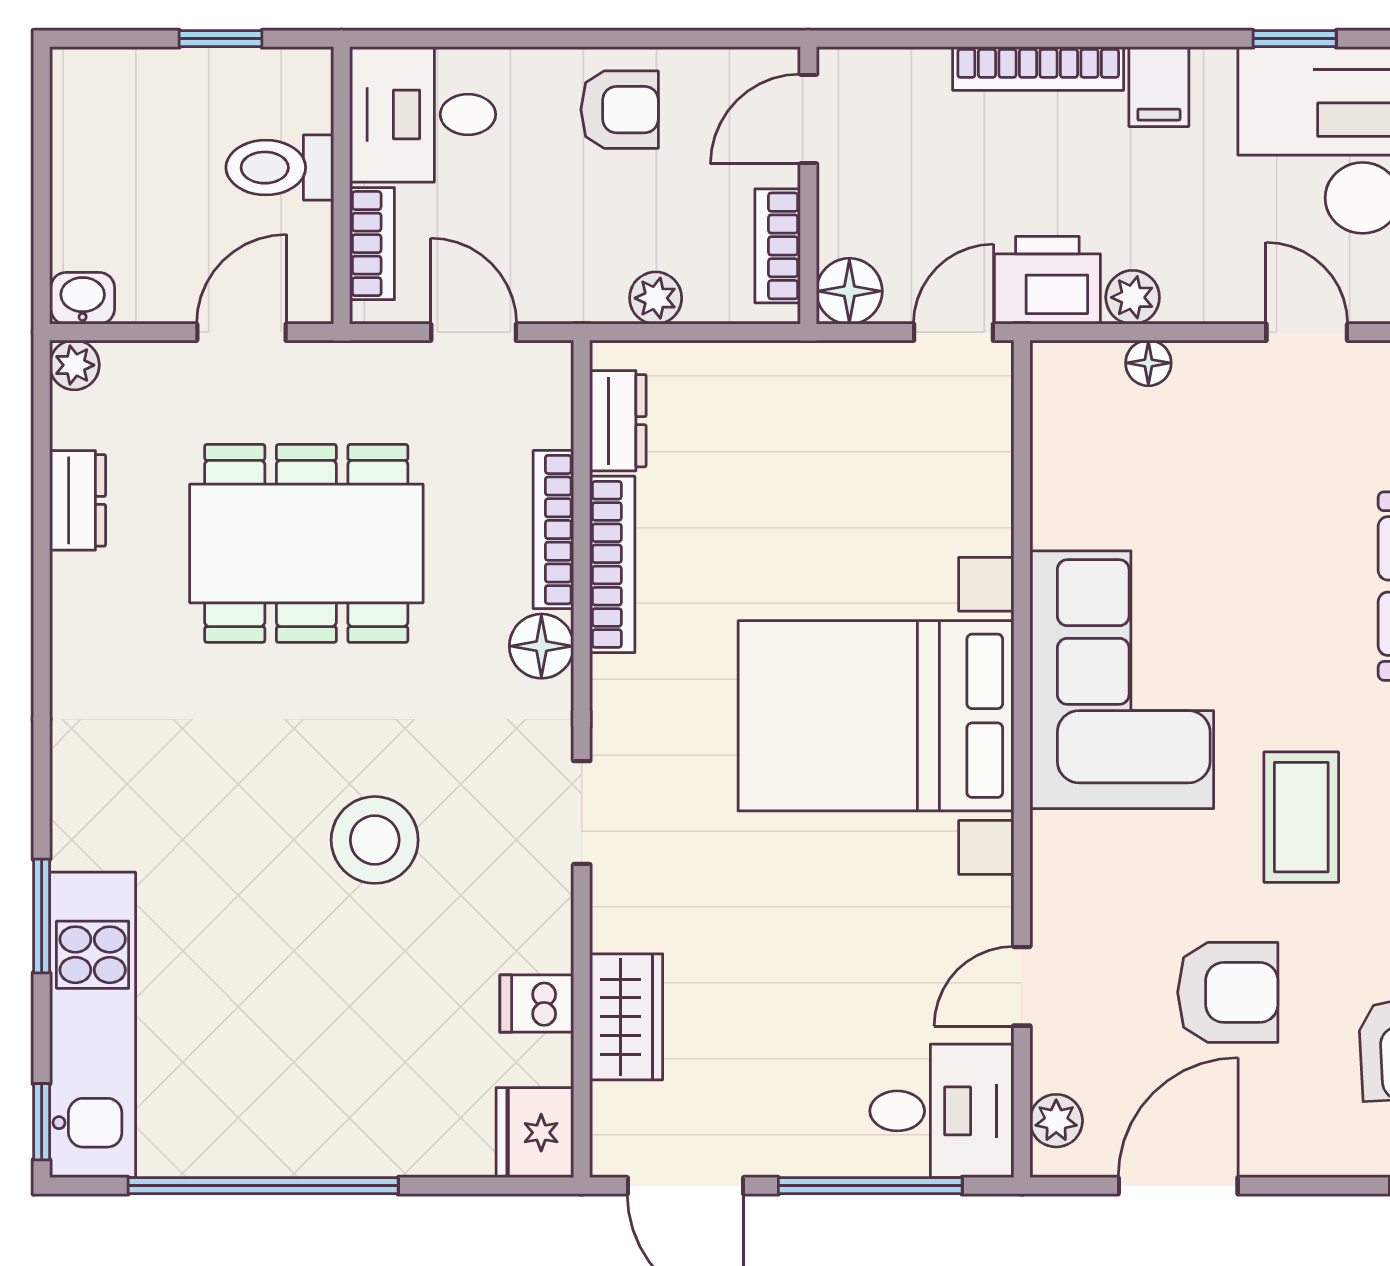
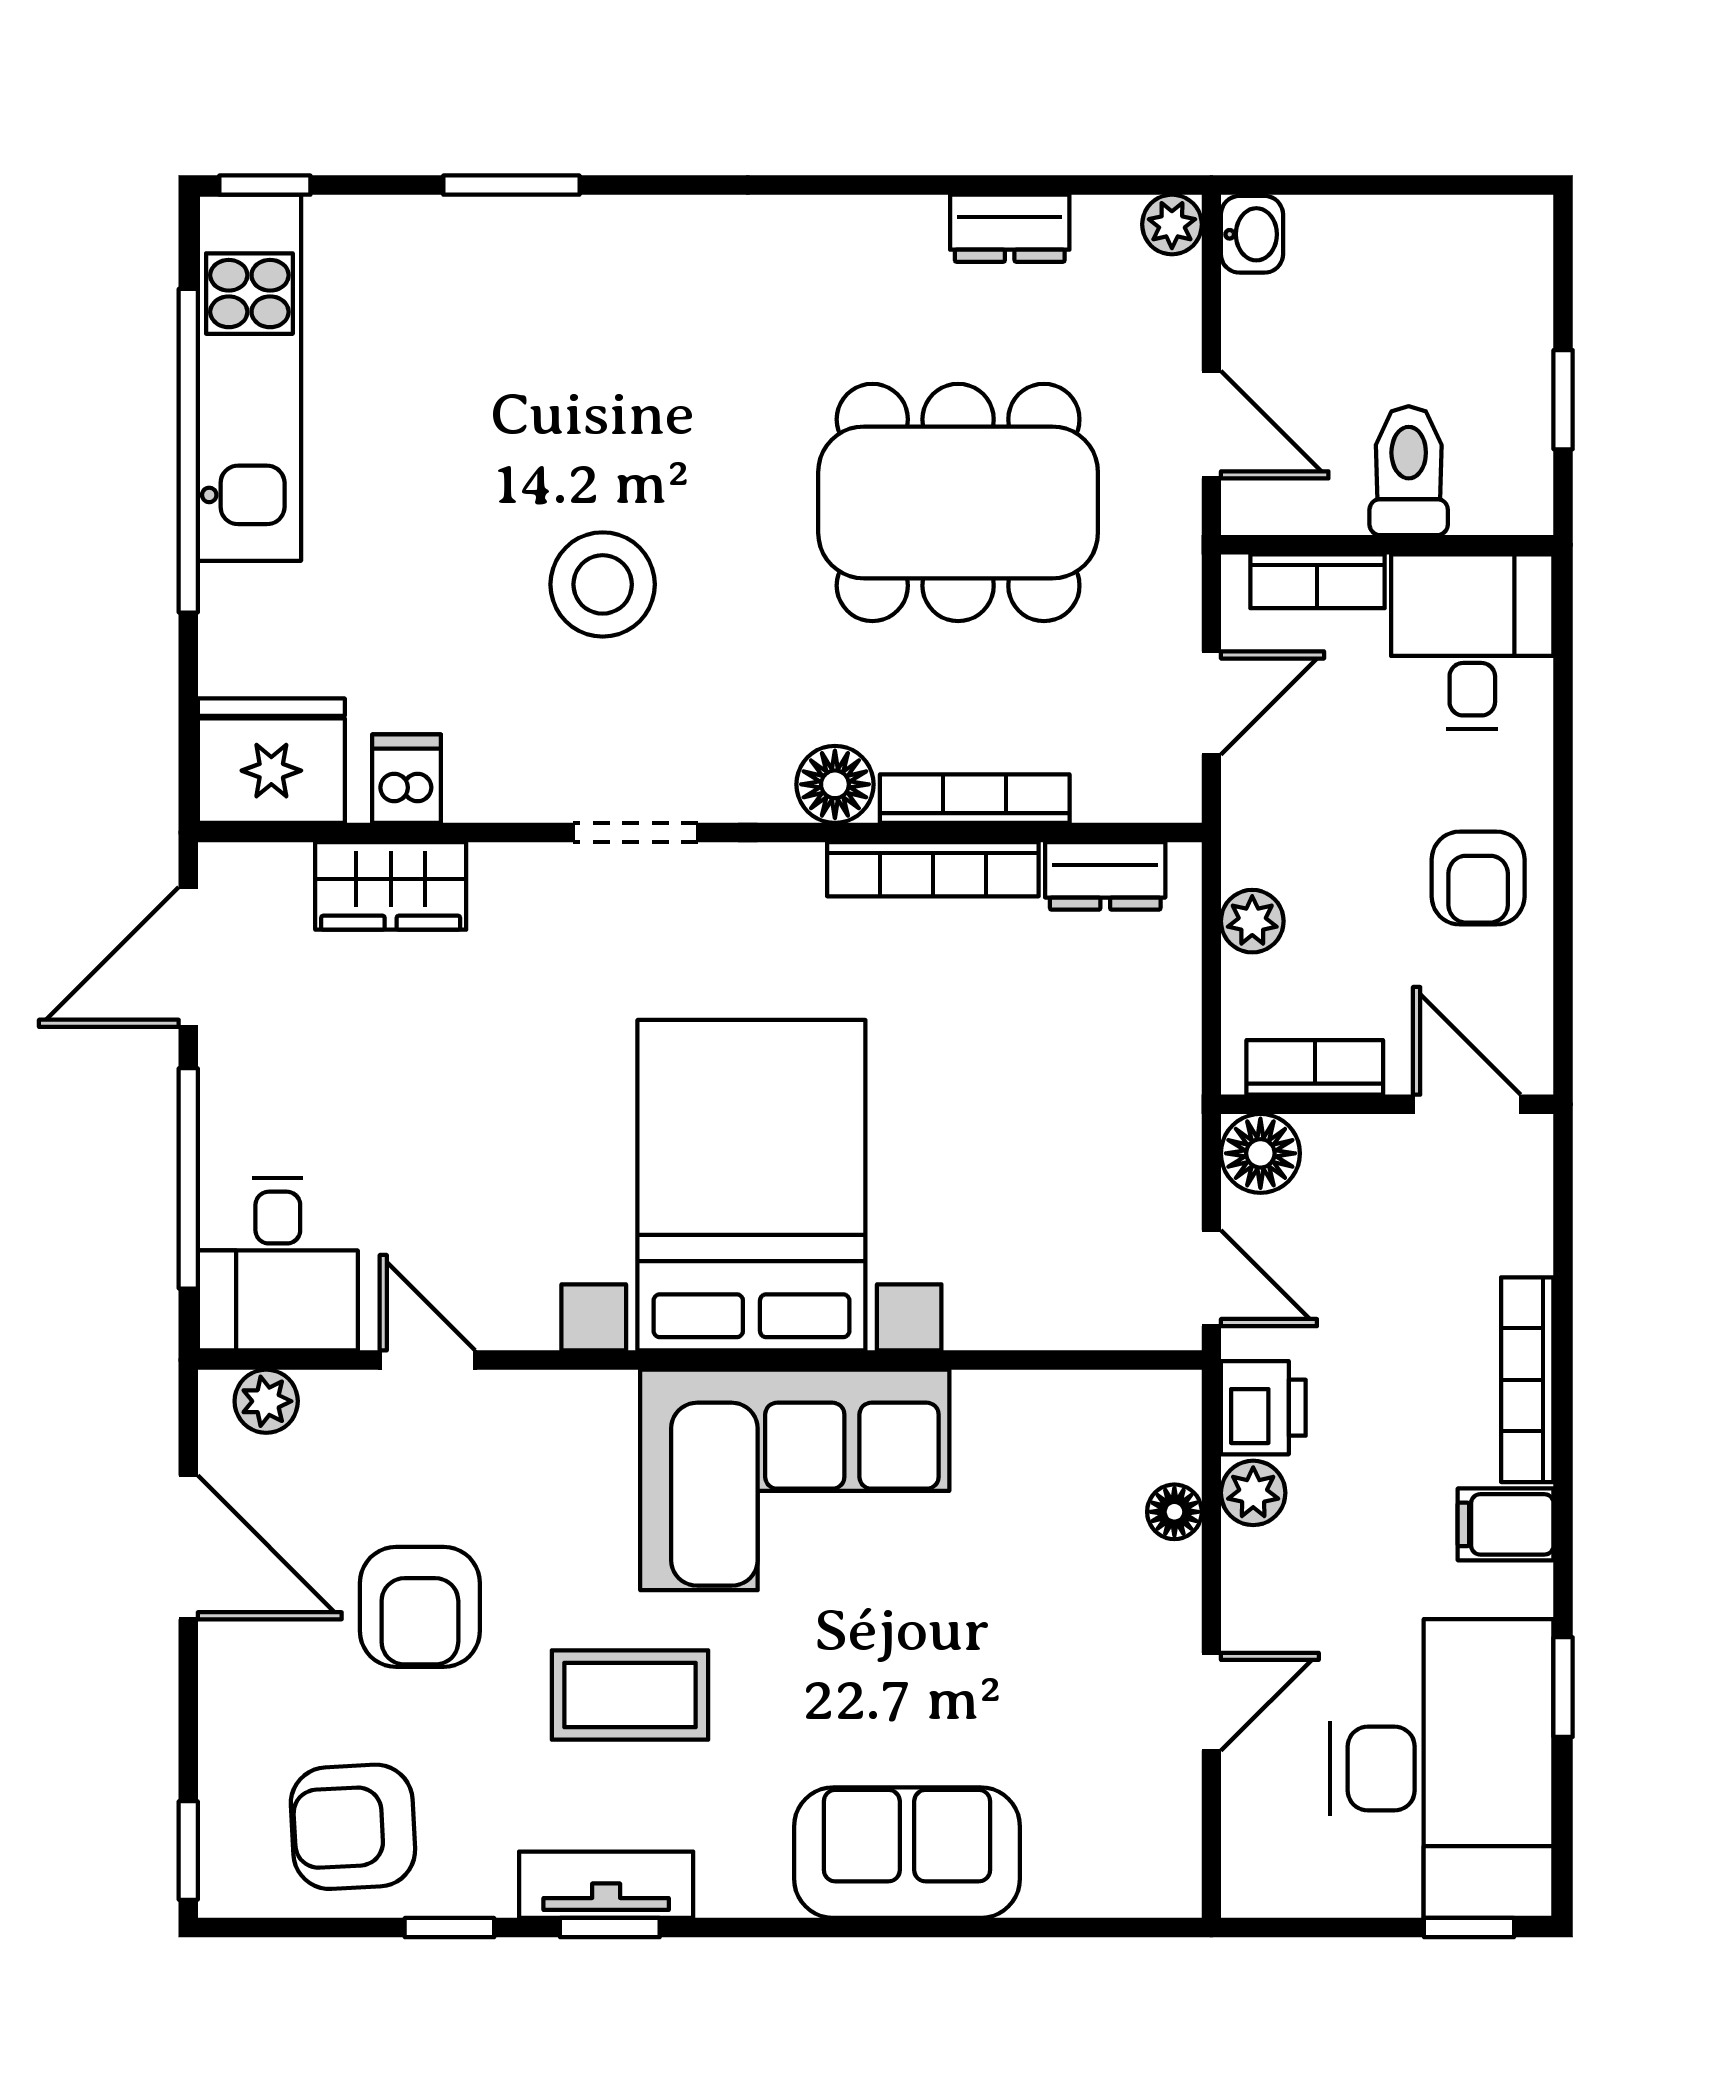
printer: (1047, 280) -> (1263, 1408), width x0.73, depth x0.81
dining table: (306, 543) -> (958, 502), turned 90
kitchen unit: (93, 1025) -> (249, 378), moved, turned -90
fridge: (535, 1133) -> (271, 761), width x1.36, depth x1.34

